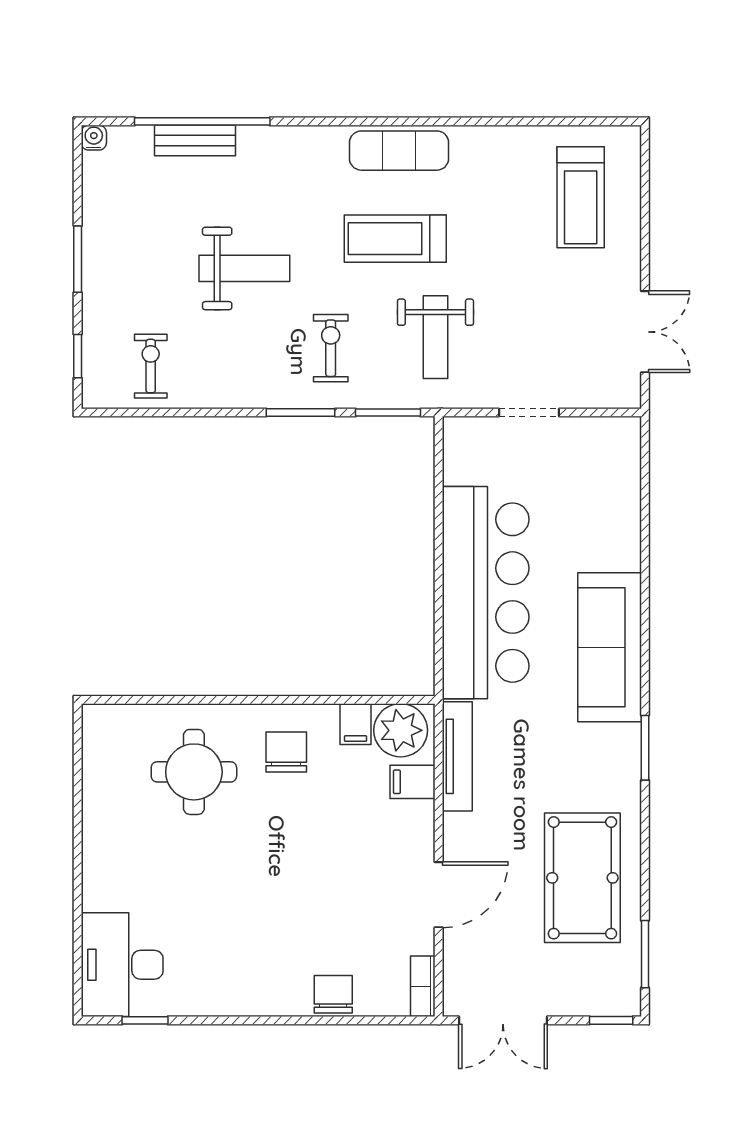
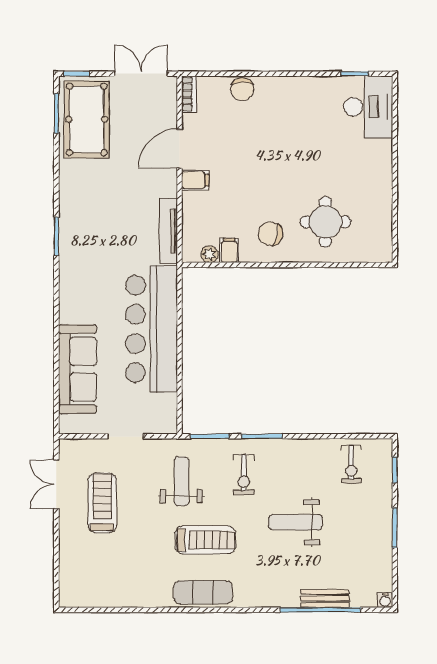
treadmill: (581, 197) -> (102, 503), moved
sofa: (610, 647) -> (78, 369), moved
plant: (401, 730) -> (210, 254), width x0.53, depth x0.53
chair: (286, 752) -> (270, 234), turned 103
filing cabinet: (413, 782) -> (195, 180), moved
pool table: (582, 878) -> (87, 119), moved

